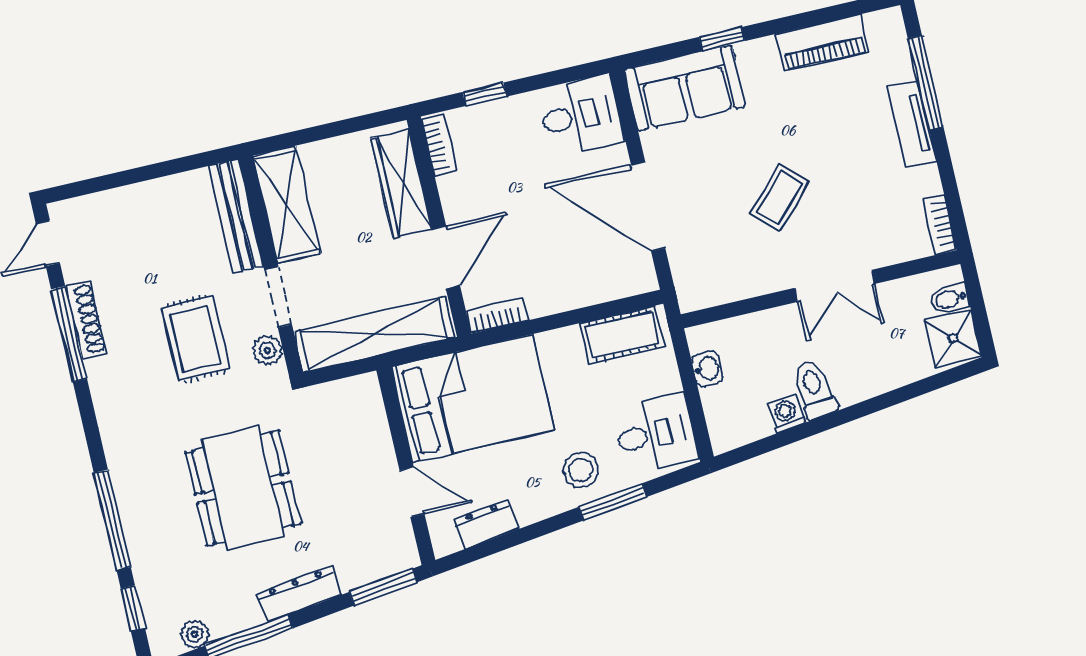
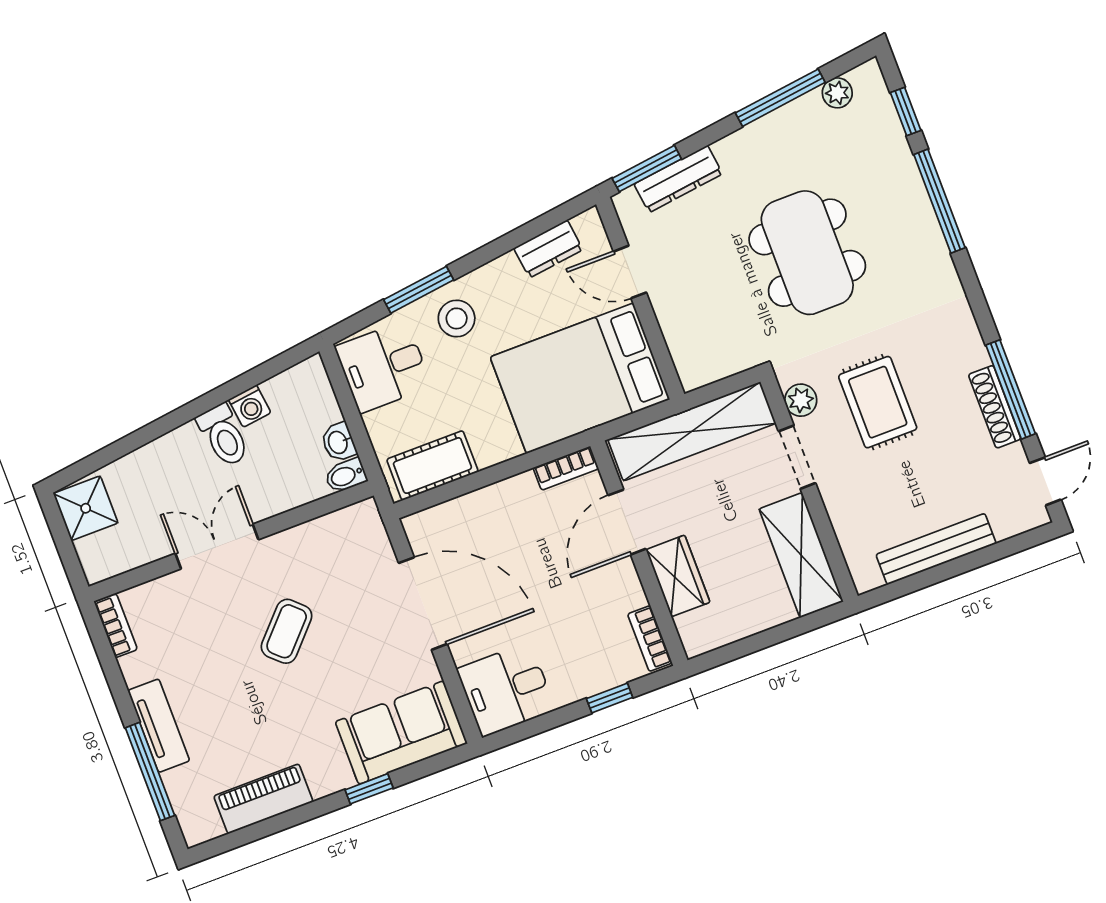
wardrobe: (401, 184) -> (678, 576), width x0.67
bench: (236, 216) -> (936, 549), moved, turned 90
bidet: (950, 299) -> (346, 476), moved, turned 180
dresser: (299, 594) -> (678, 179), moved

